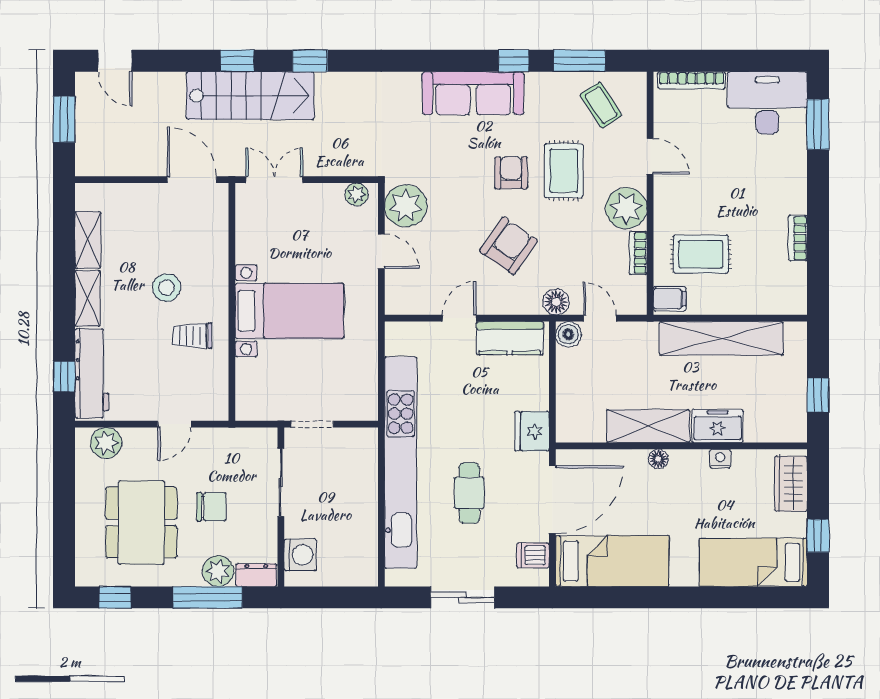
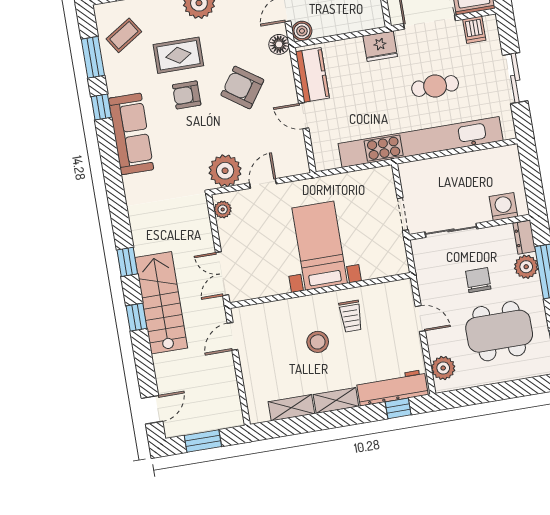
door: (192, 180) -> (232, 336), width x0.73

